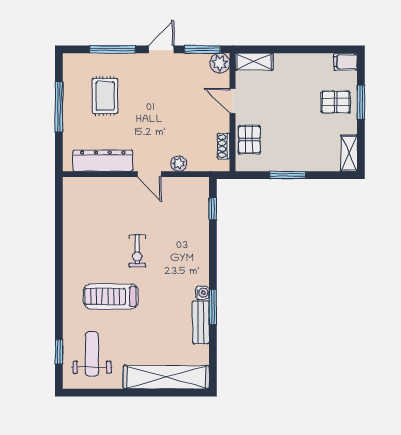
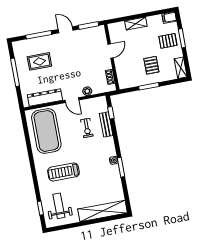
door: (161, 49) -> (66, 30), hinge flipped
shelving: (254, 62) -> (136, 24), moved
plant: (220, 63) -> (100, 31), removed
rug: (105, 96) -> (39, 61), turned 90
door: (232, 101) -> (111, 51), swing flipped
pallet: (249, 140) -> (151, 65), moved
exercise mat: (94, 219) -> (46, 131), added
exercise bike: (137, 251) -> (87, 128), moved
bench: (201, 322) -> (106, 124), moved

